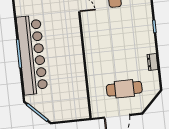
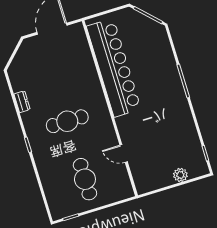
bar counter: (32, 55) -> (114, 68), moved, turned 180
cafe table: (124, 89) -> (67, 121), moved

